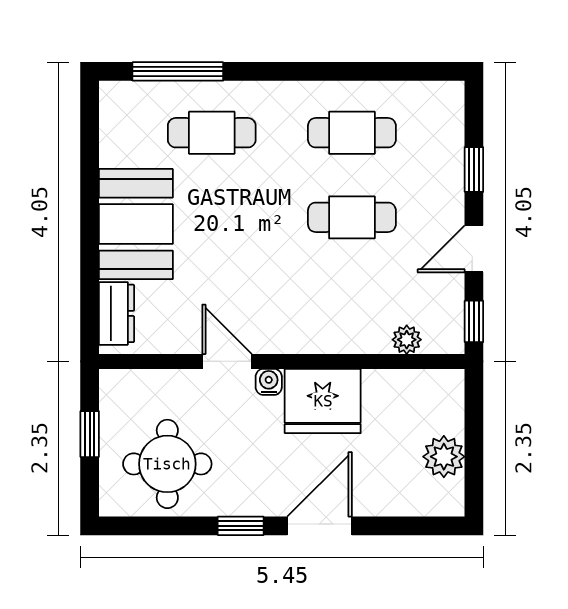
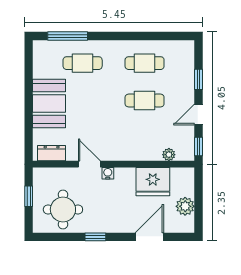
dresser: (117, 313) -> (52, 153), moved, turned -90
fridge: (323, 401) -> (153, 182), moved
door: (320, 526) -> (149, 237), moved

